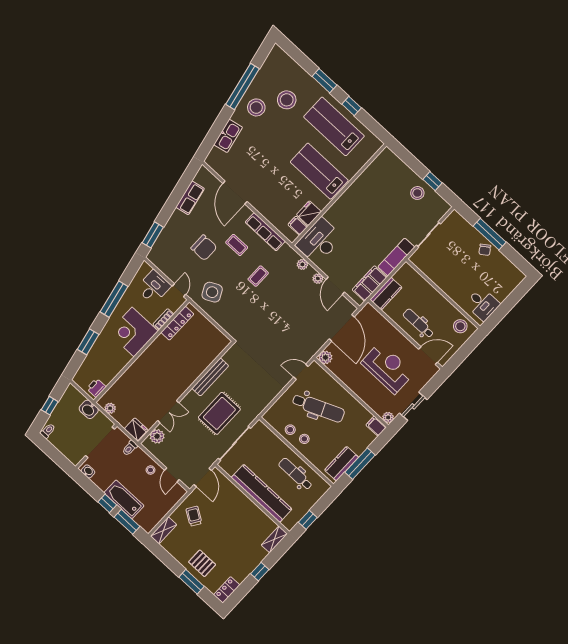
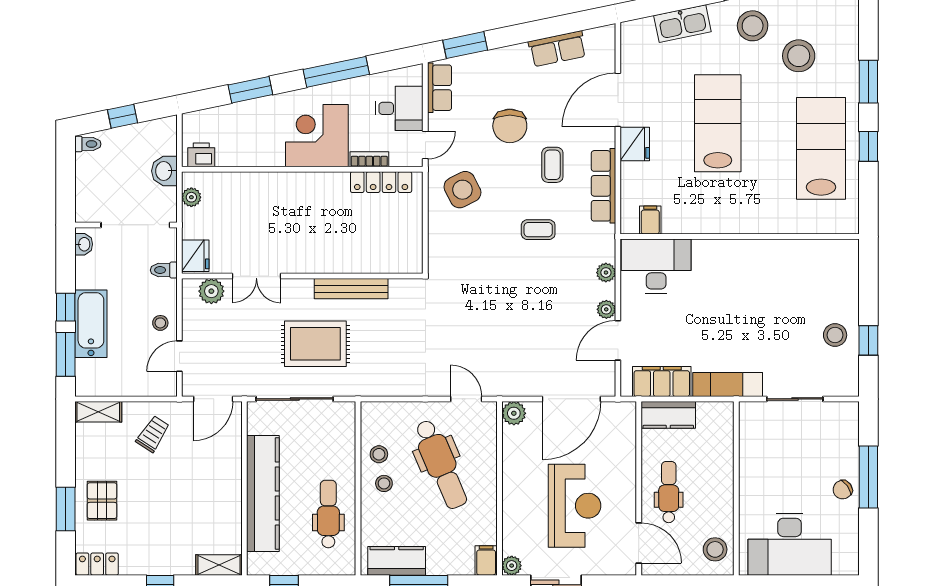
lab bench: (319, 171) -> (718, 123), moved
fridge: (309, 213) -> (635, 144), moved, turned 90
row of seats: (161, 262) -> (440, 88), added
desk: (483, 304) -> (790, 544), width x1.87, depth x1.30

